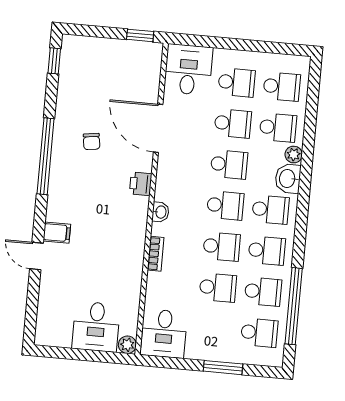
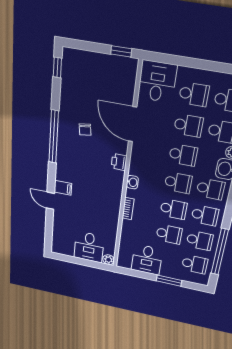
desk: (164, 333) -> (147, 260), moved

